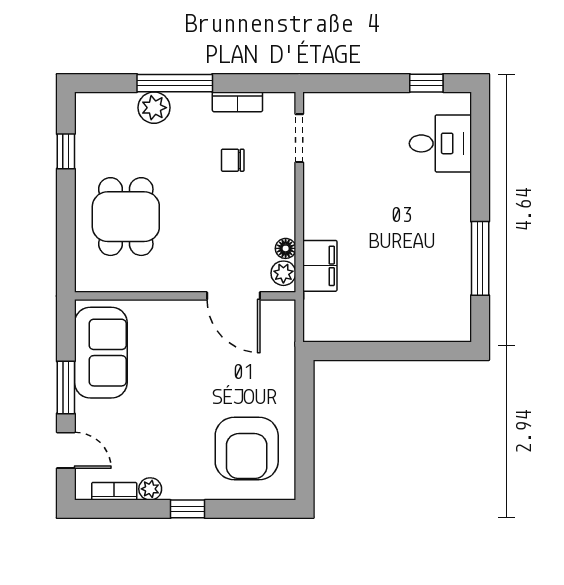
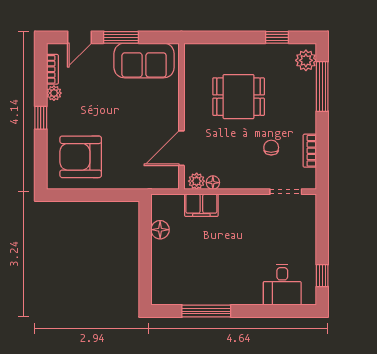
window: (175, 83) -> (322, 86), moved
plant: (154, 108) -> (306, 60), moved
dining table: (126, 217) -> (239, 97), moved
floor lamp: (357, 328) -> (160, 230), added

